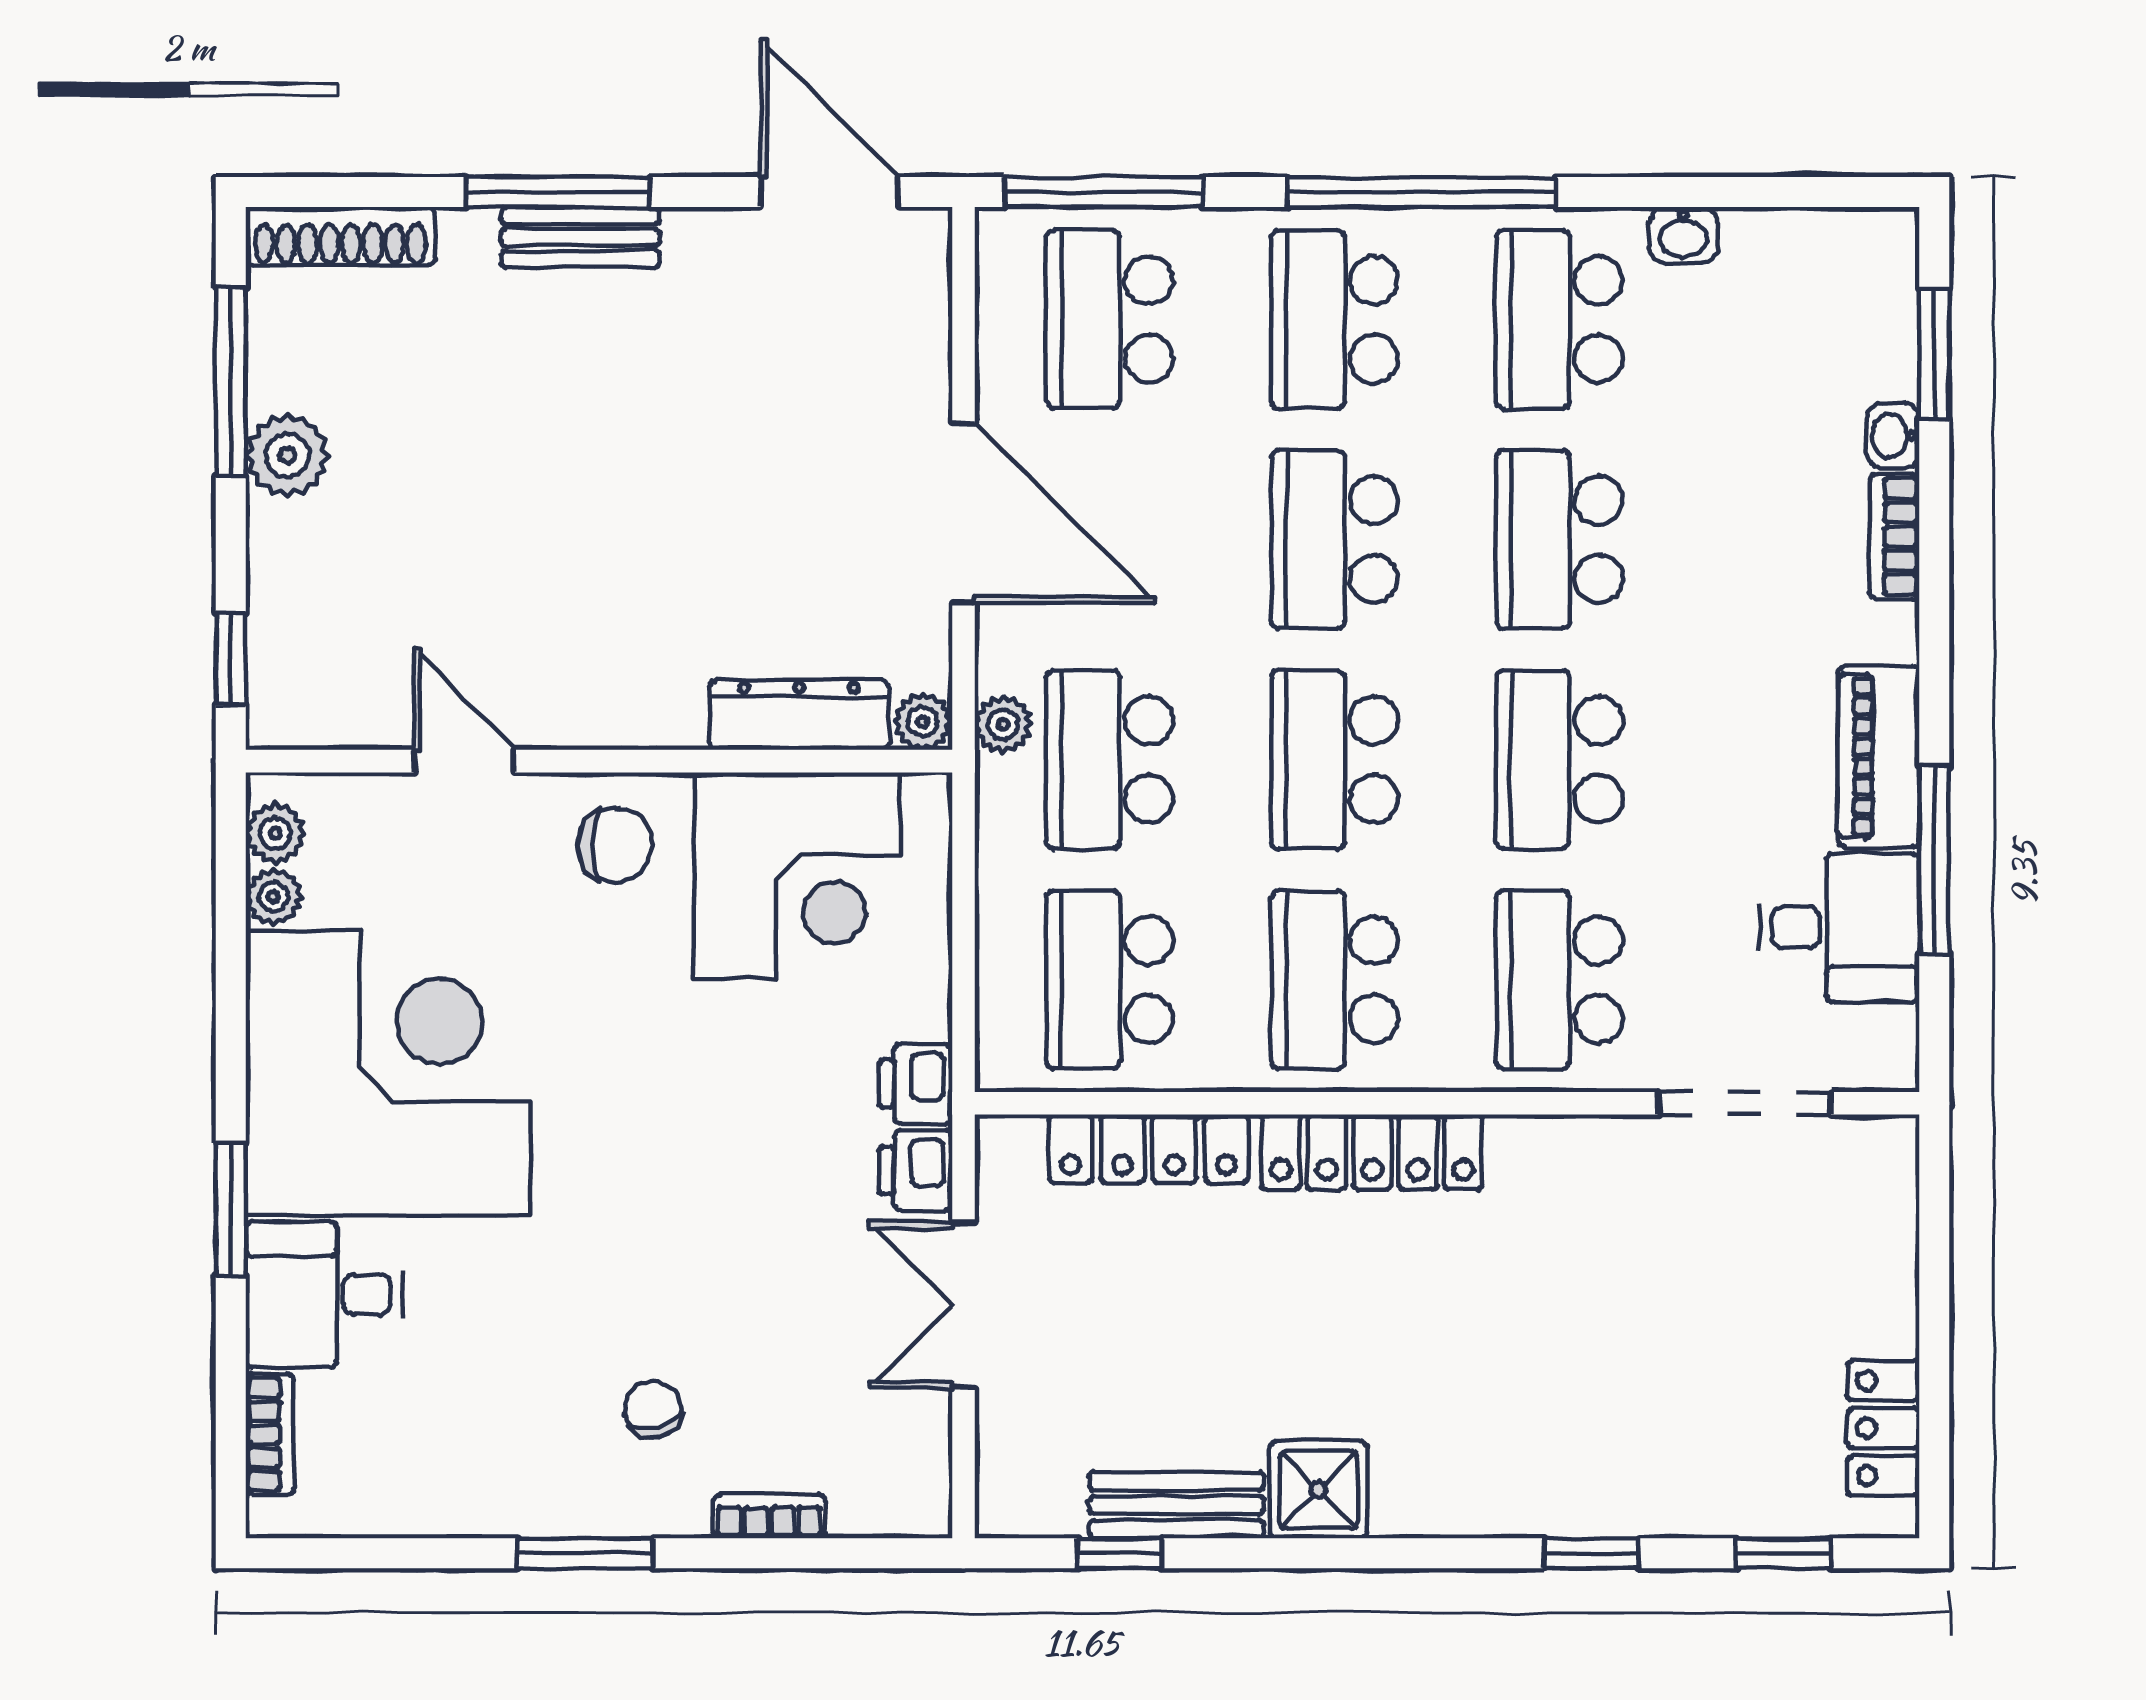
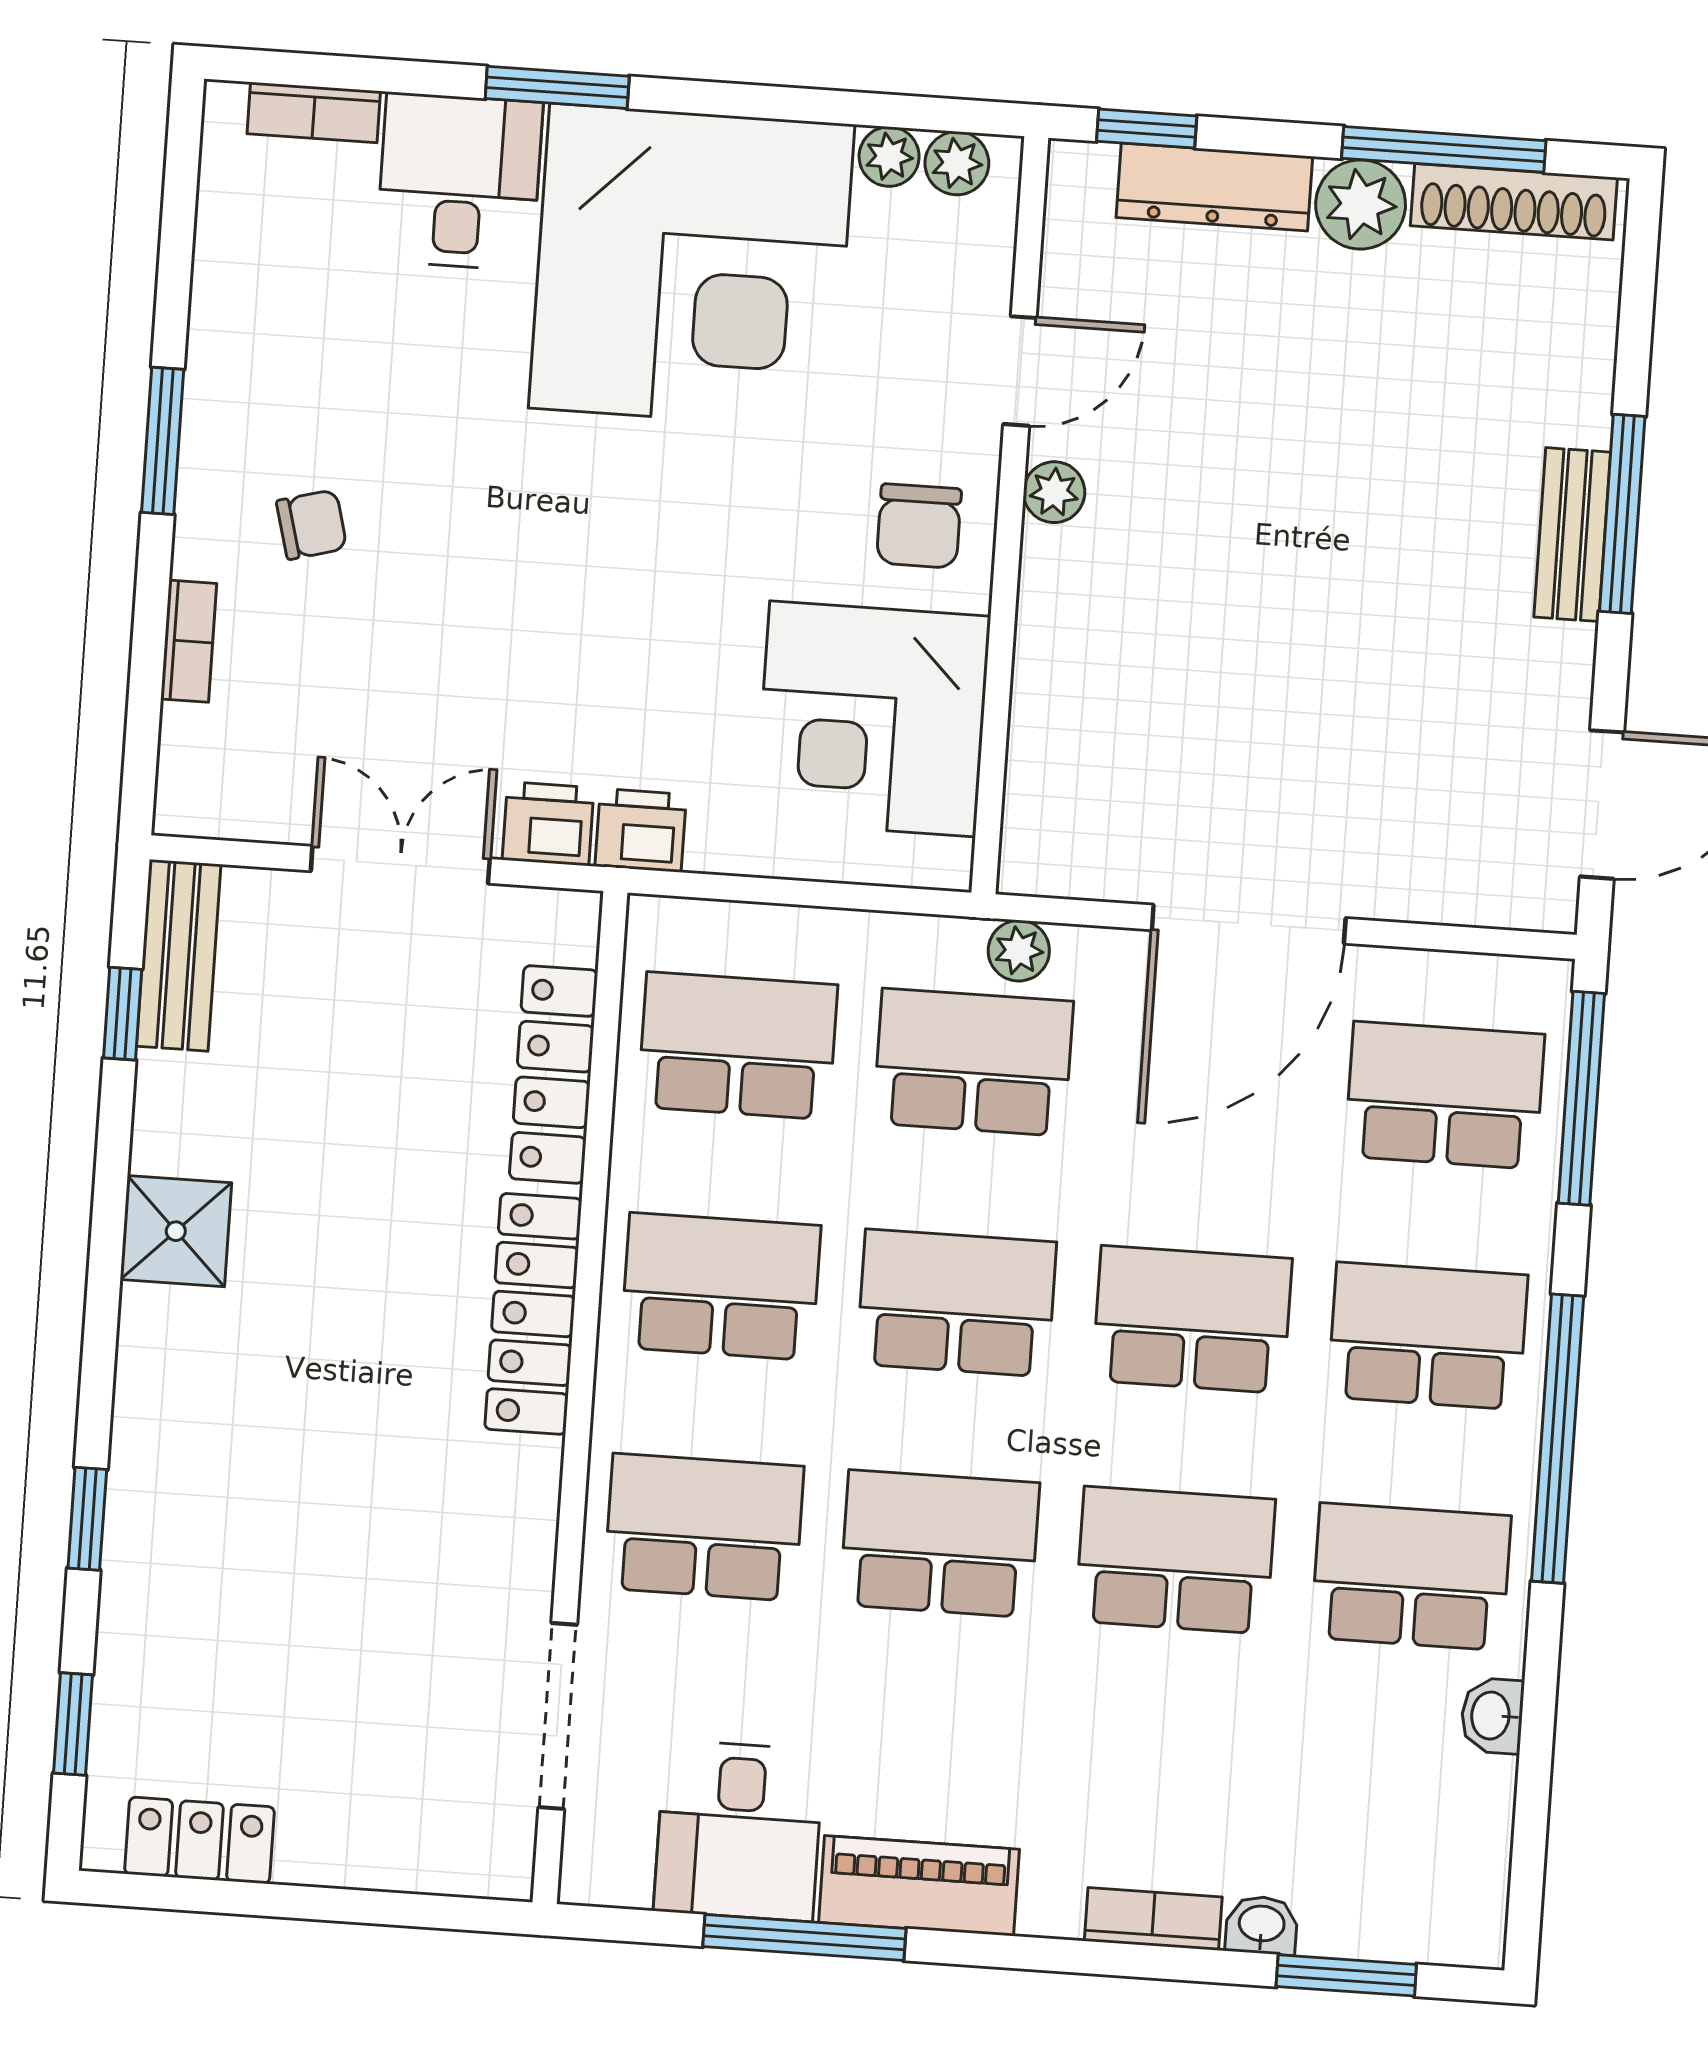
shoe rack: (340, 236) -> (1514, 202), moved, turned -90
dresser: (799, 715) -> (1214, 187), moved, turned 90
plant: (923, 722) -> (1054, 492), moved
bench: (1177, 1505) -> (179, 955), moved

